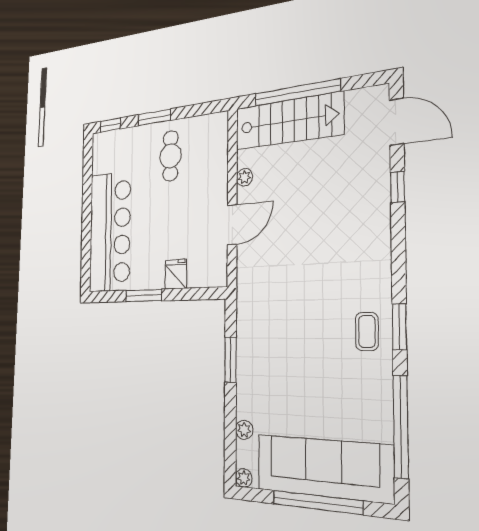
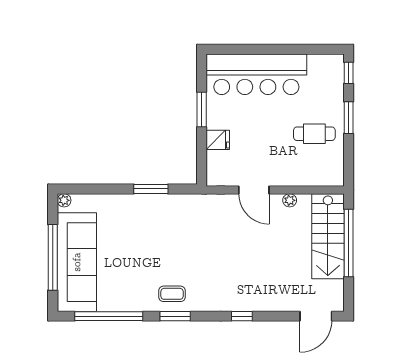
window: (398, 187) -> (242, 316), moved
plant: (244, 430) -> (99, 201), removed

